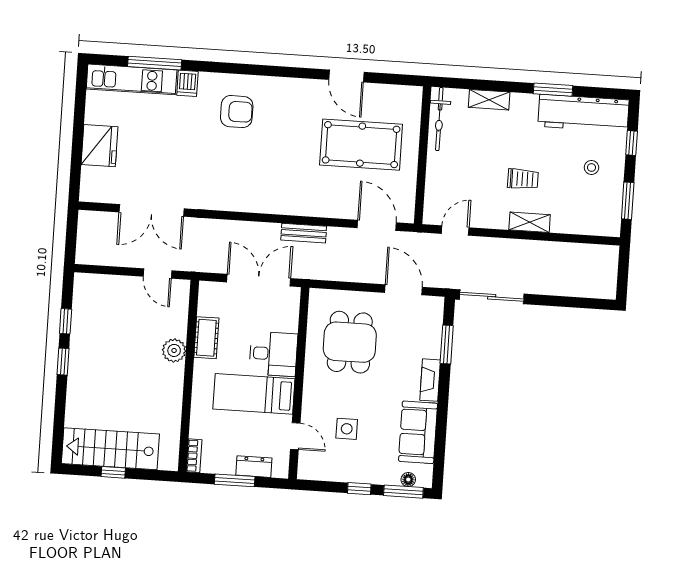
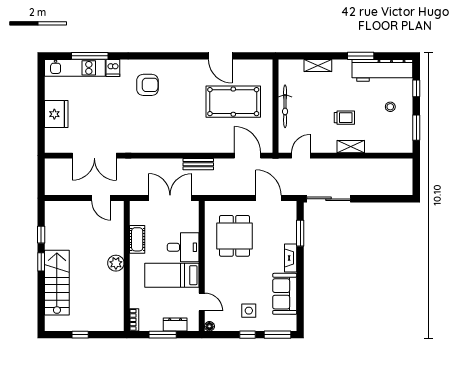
bicycle: (439, 119) -> (285, 106), moved
plant: (174, 350) -> (116, 263), moved
side table: (347, 429) -> (249, 311), moved
stairs: (110, 449) -> (57, 283), moved, turned 90
floor lamp: (408, 480) -> (209, 326), moved

